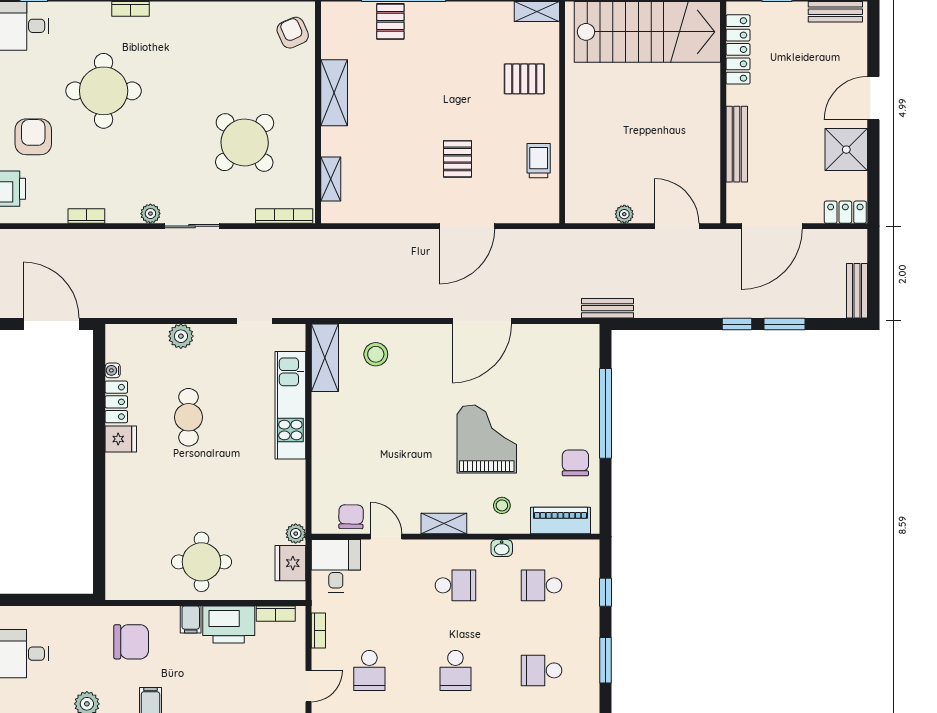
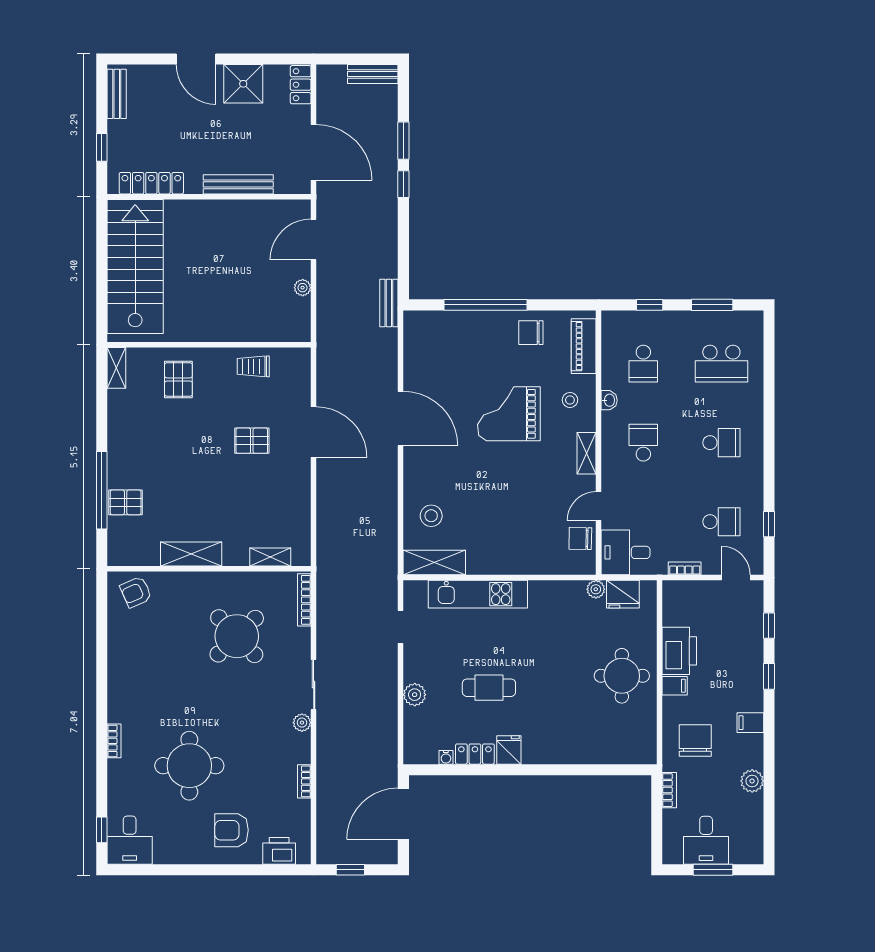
bookcase: (276, 614) -> (669, 790), moved
school desk: (542, 670) -> (721, 364), width x1.85

